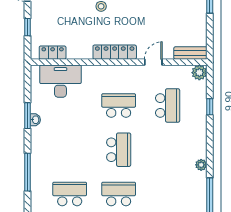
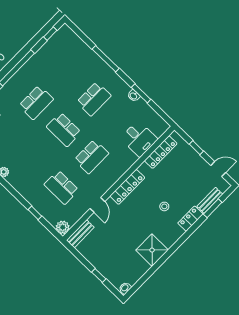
locker: (53, 53) -> (161, 152), width x1.53
desk: (60, 81) -> (139, 139), width x0.73
school desk: (70, 194) -> (94, 99), moved

